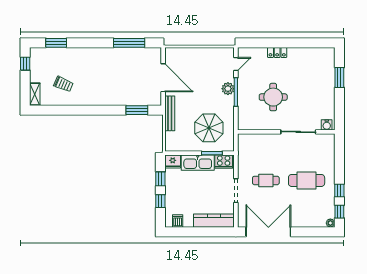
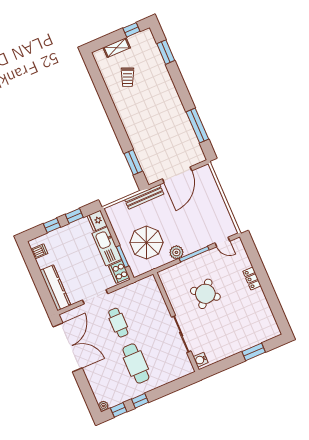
plant: (228, 89) -> (176, 252), moved
shelving: (35, 94) -> (117, 48), moved
round table: (273, 97) -> (205, 294), turned 38

